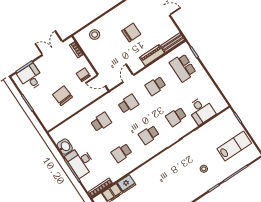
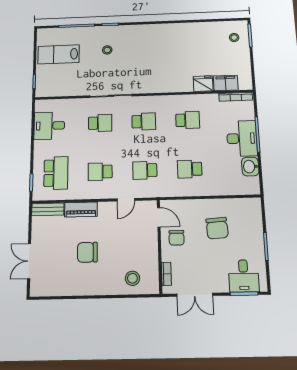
school desk: (156, 86) -> (100, 172), turned 180
desk: (201, 110) -> (49, 126), moved, turned -90

